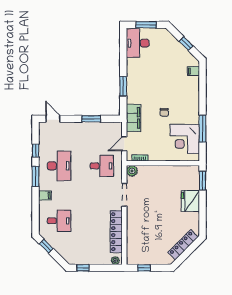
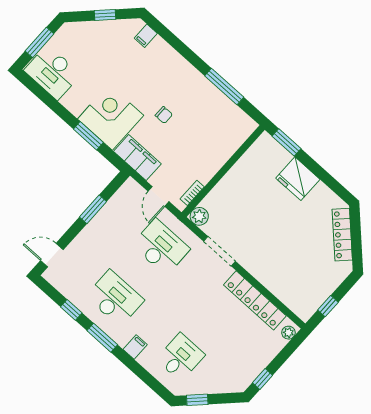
corner desk: (185, 139) -> (111, 117), moved, turned 180
desk: (102, 166) -> (161, 247), width x1.37

